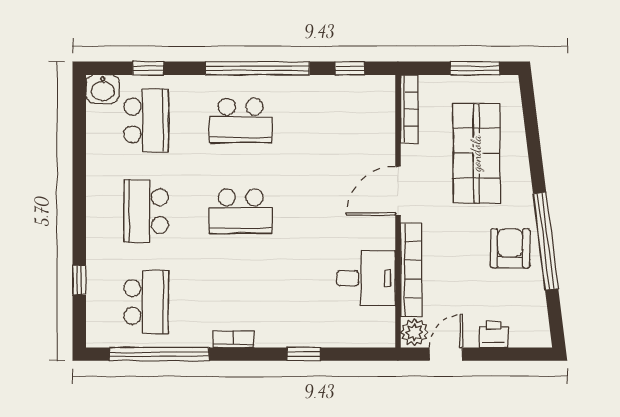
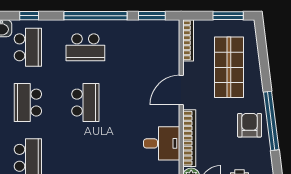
window: (350, 68) -> (152, 16), width x1.50
school desk: (241, 211) -> (85, 103), turned -90

